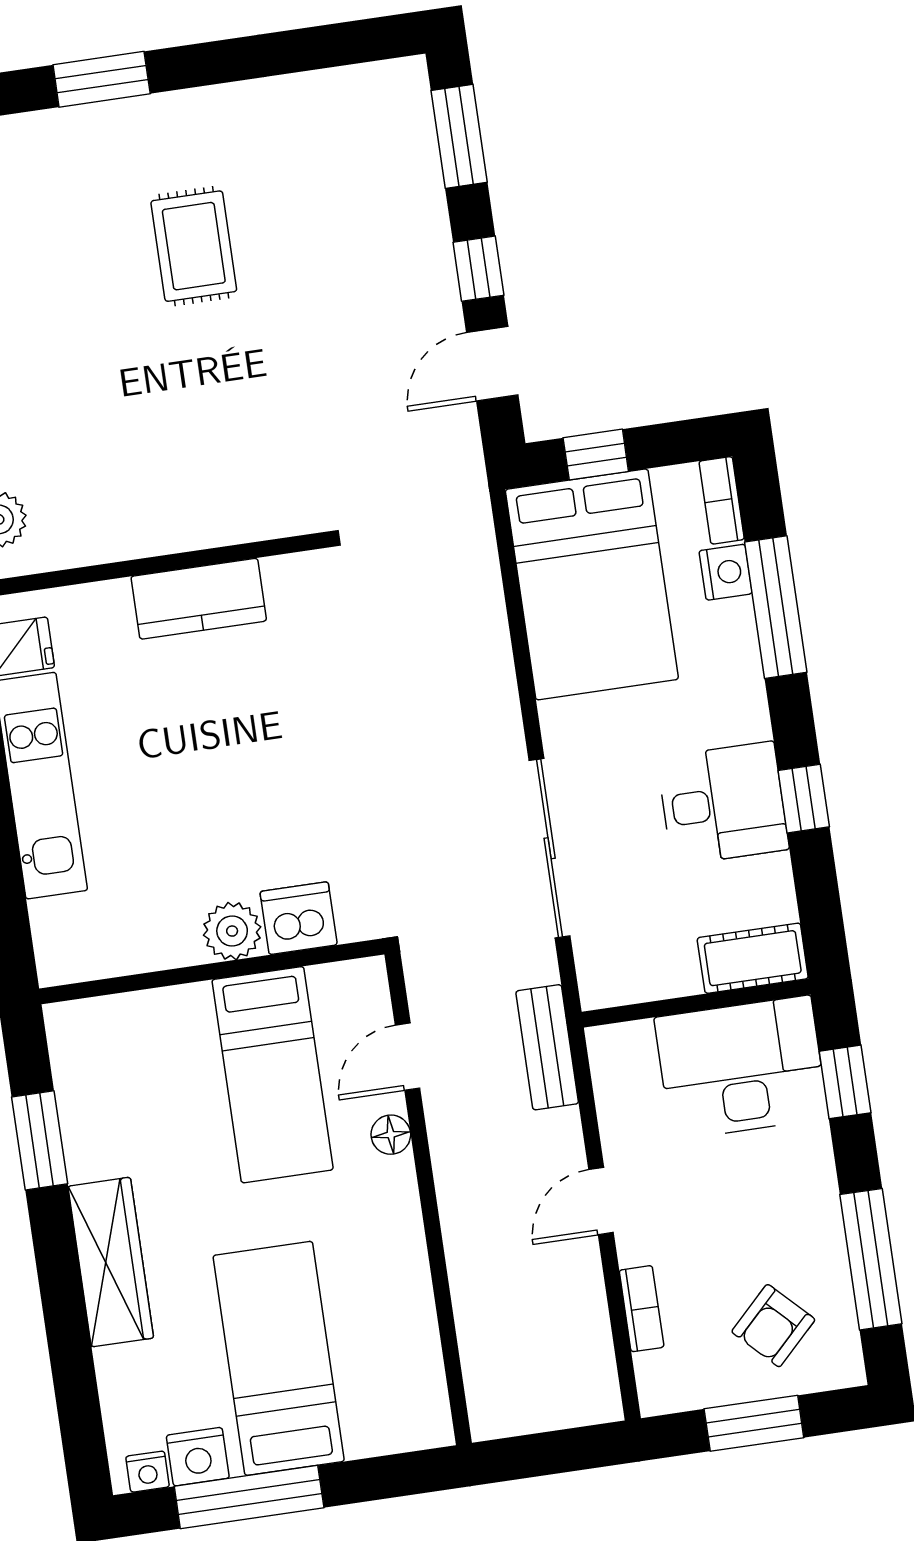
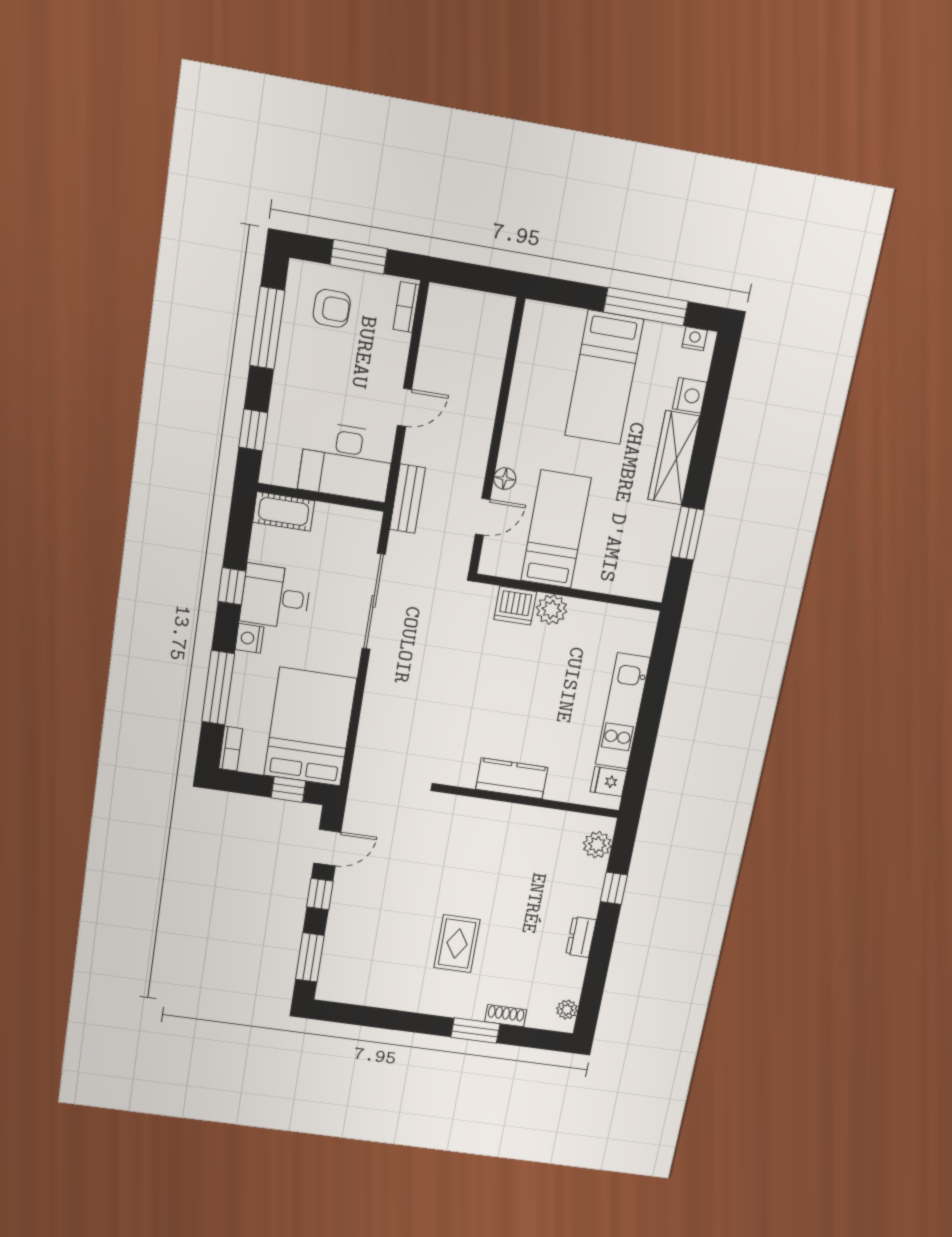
shoe rack: (54, 127) -> (506, 1016), added
nightstand: (726, 572) -> (250, 638), moved
desk: (741, 1068) -> (346, 462), moved
bookcase: (642, 1309) -> (406, 307), moved
armchair: (773, 1326) -> (332, 308), turned 46
nightstand: (198, 1457) -> (690, 395), moved, turned 90

